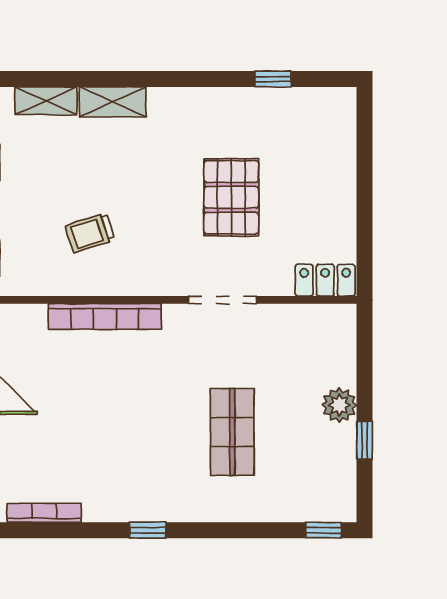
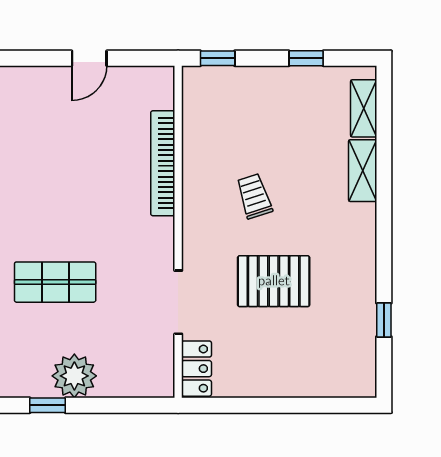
trolley: (90, 233) -> (254, 196), moved
doorway: (223, 300) -> (178, 302), moved
plant: (339, 405) -> (74, 376), width x1.36, depth x1.36

